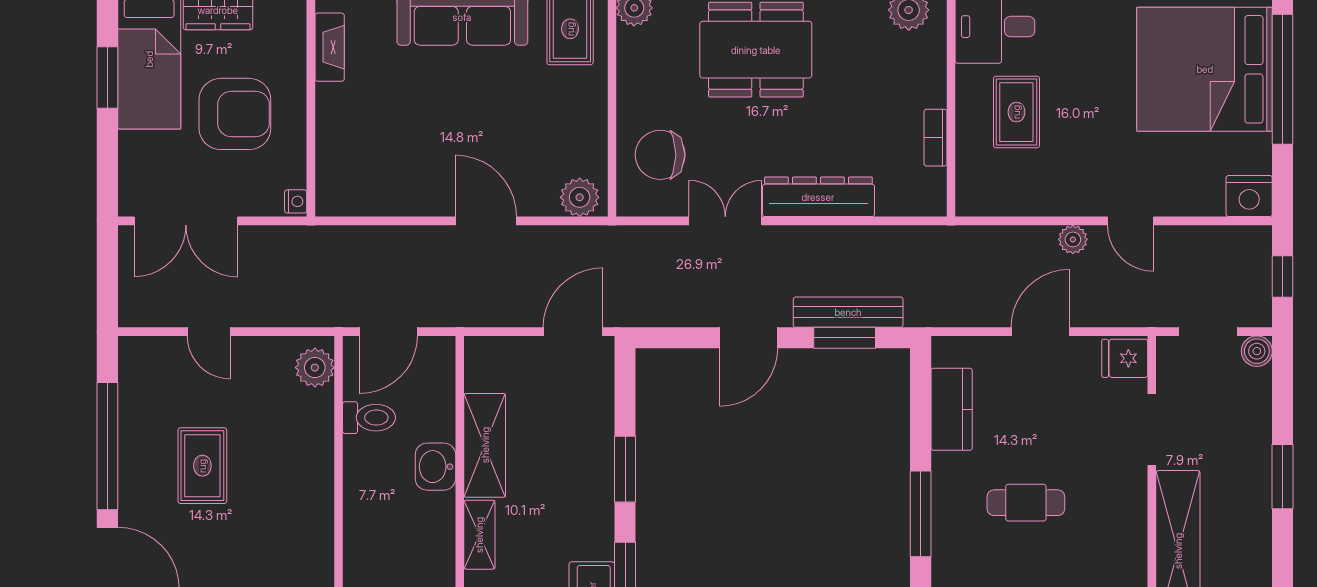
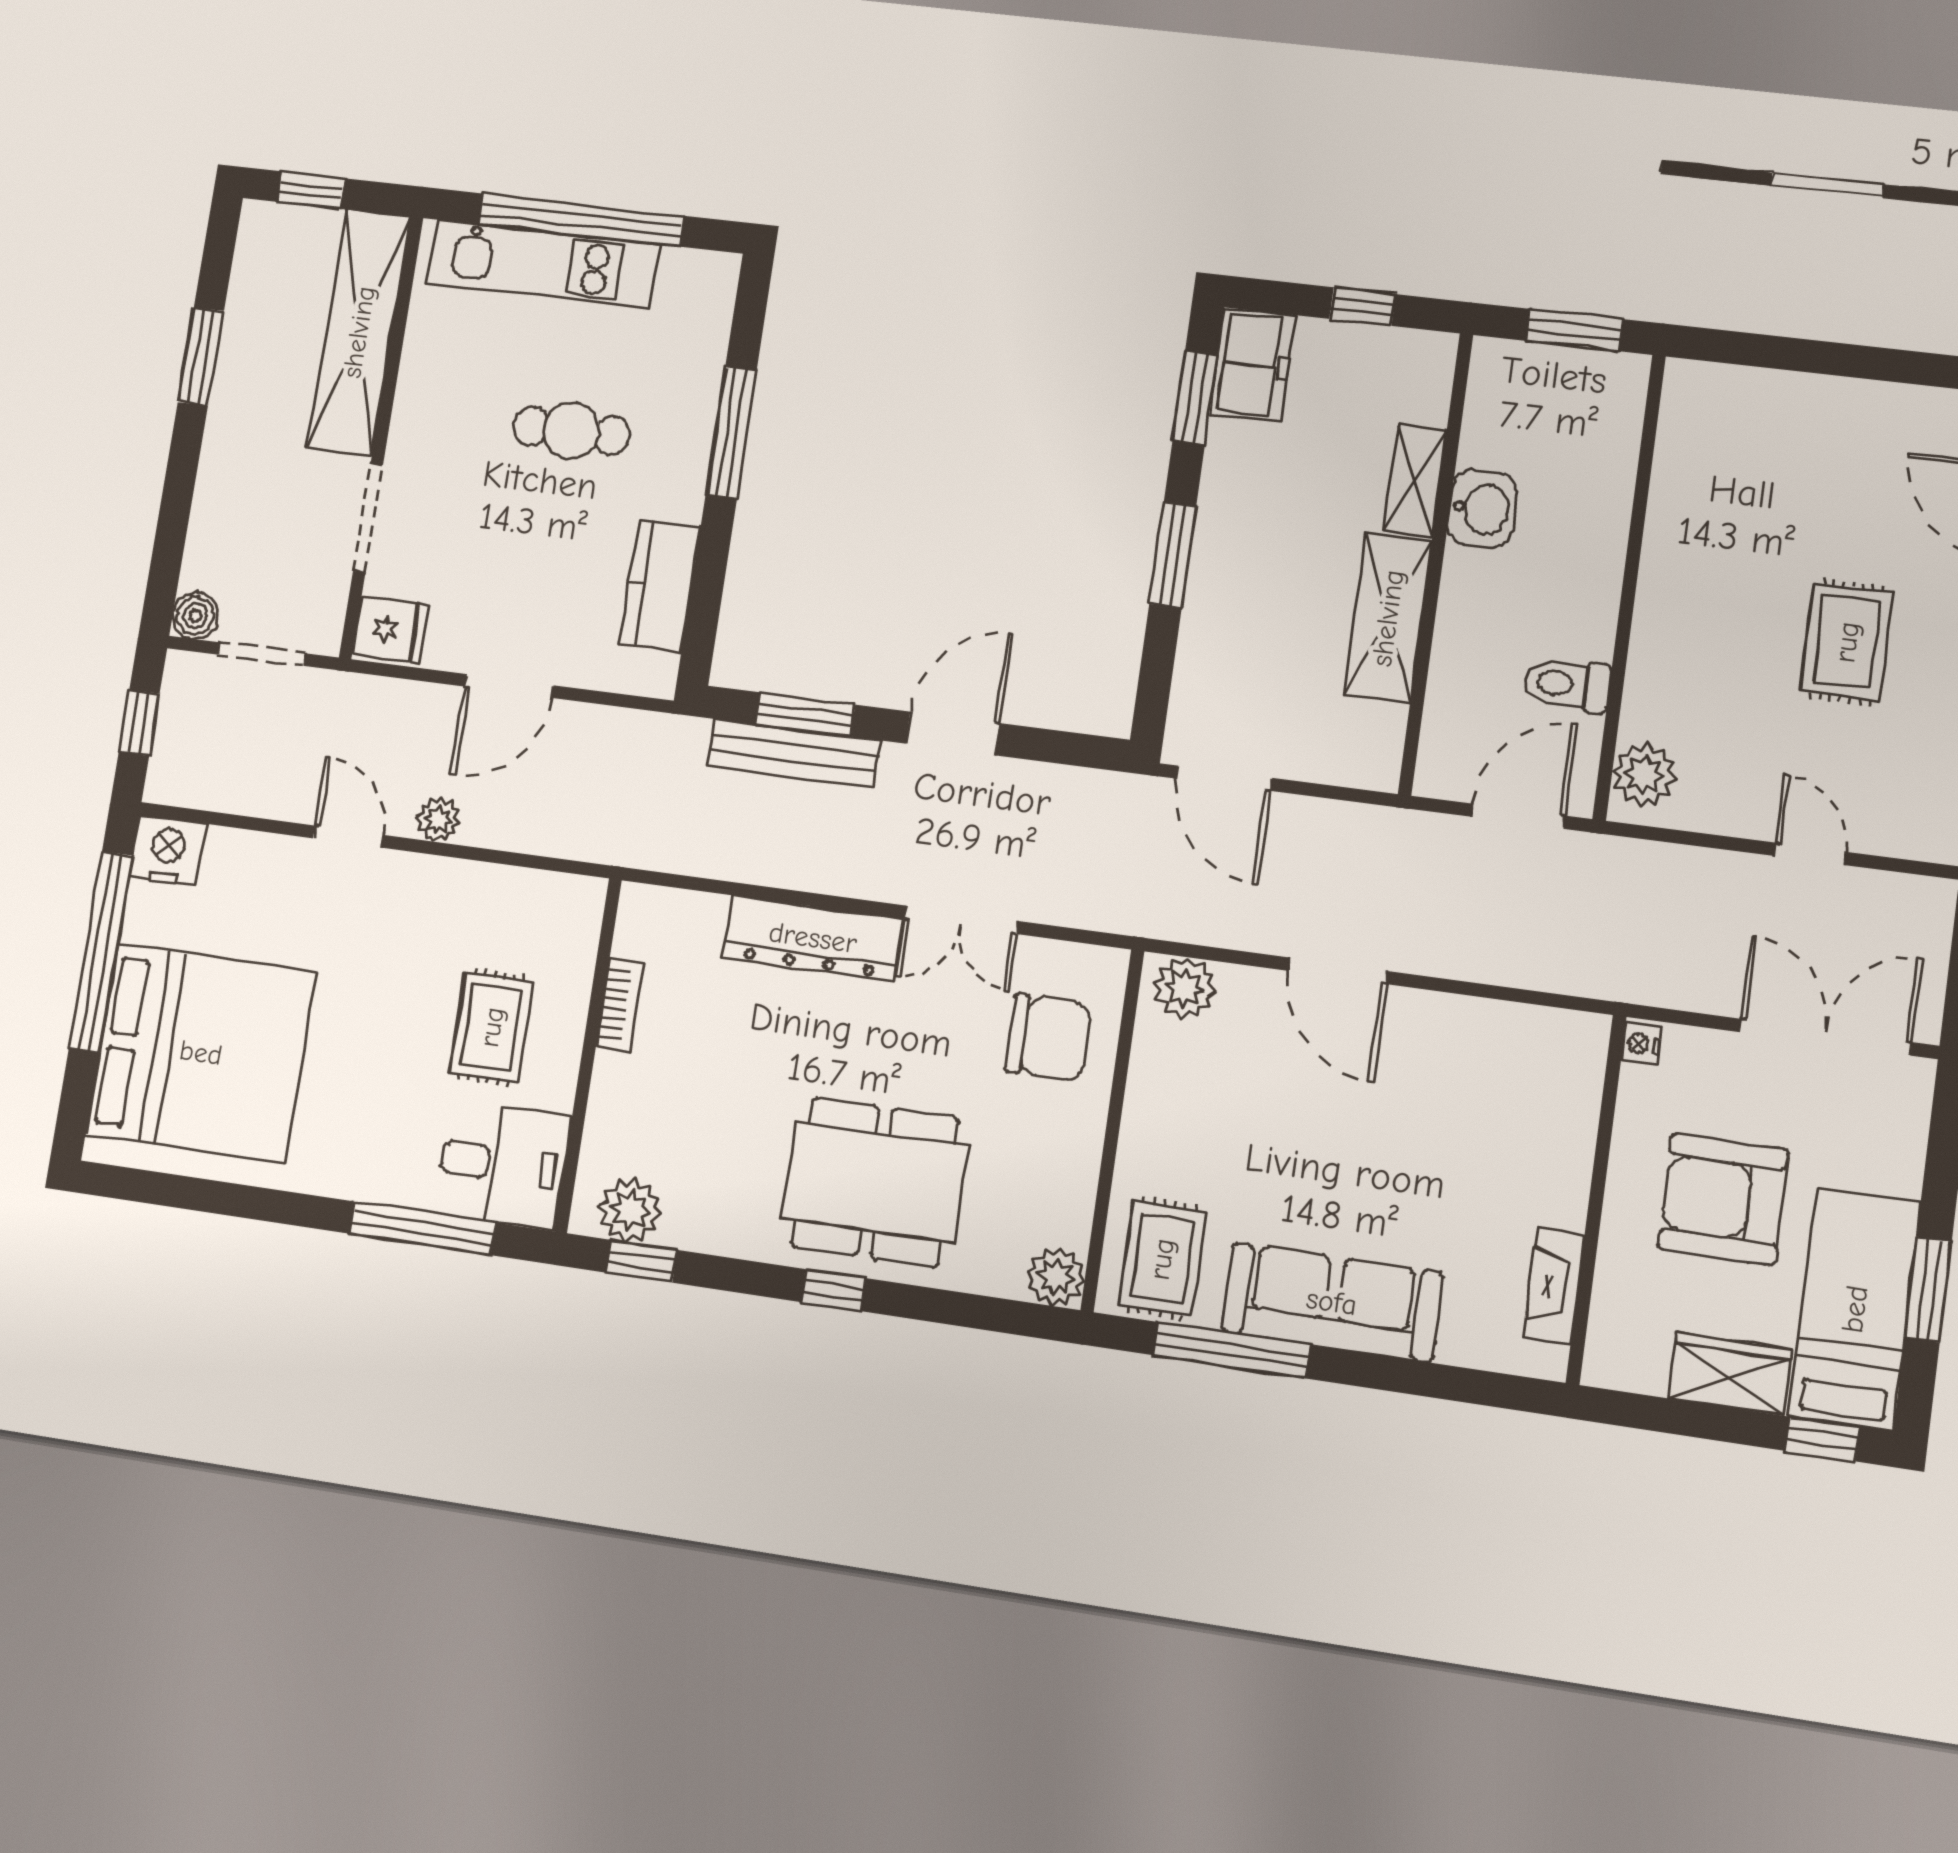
window: (1283, 79) -> (101, 952), moved
door: (573, 332) -> (1224, 778), hinge flipped
washbasin: (435, 467) -> (1482, 509), moved
window: (1283, 477) -> (201, 357), moved

